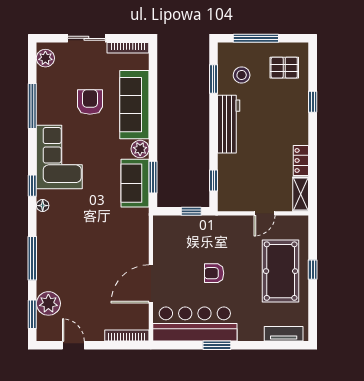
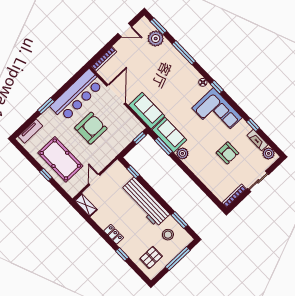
fireplace: (43, 85) -> (257, 140), added
sofa: (134, 105) -> (147, 111), moved, width x0.73
window: (32, 106) -> (253, 125), width x0.46
workbench: (229, 124) -> (145, 202), width x1.36, depth x1.32
locker: (301, 160) -> (114, 234), moved
window: (191, 211) -> (140, 138), moved
armchair: (214, 273) -> (91, 128), width x1.88, depth x1.88
window: (217, 345) -> (46, 106), moved

